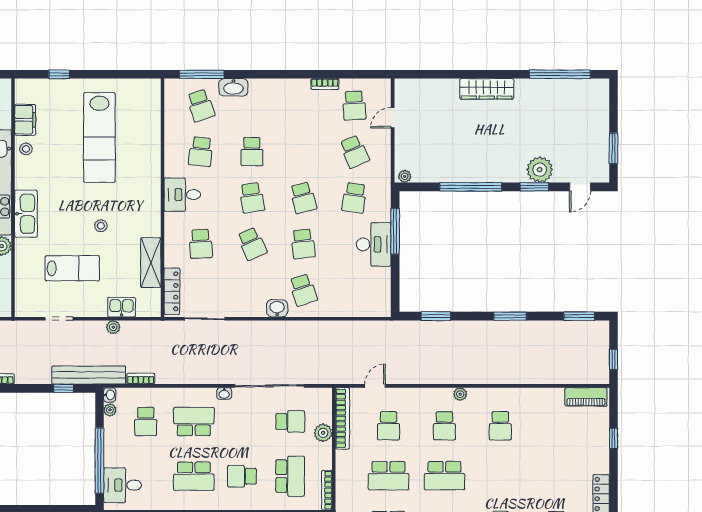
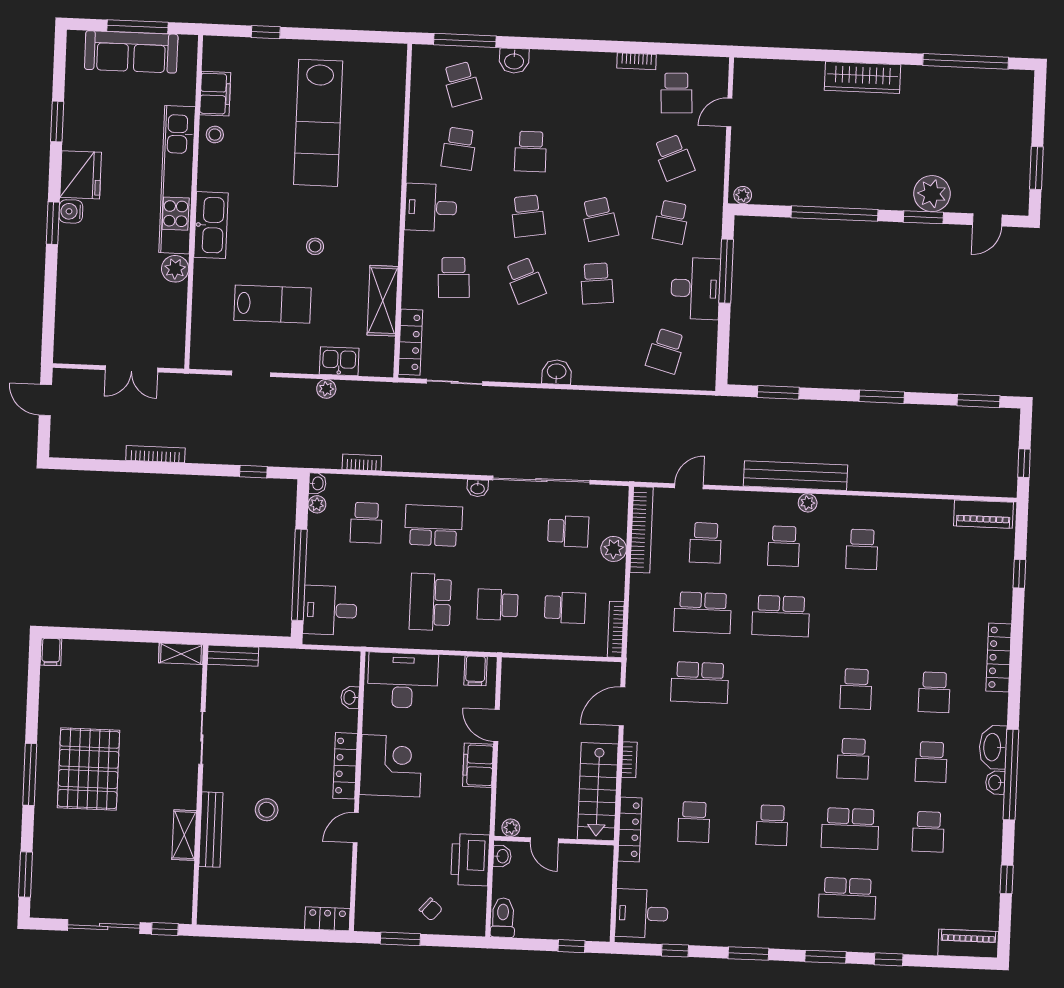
washbasin: (233, 87) -> (514, 61), width x0.72
school desk: (303, 290) -> (666, 351), moved, turned 33
bench: (89, 375) -> (796, 476), moved
school desk: (194, 476) -> (430, 602), turned 90
school desk: (290, 476) -> (565, 608), width x0.54

